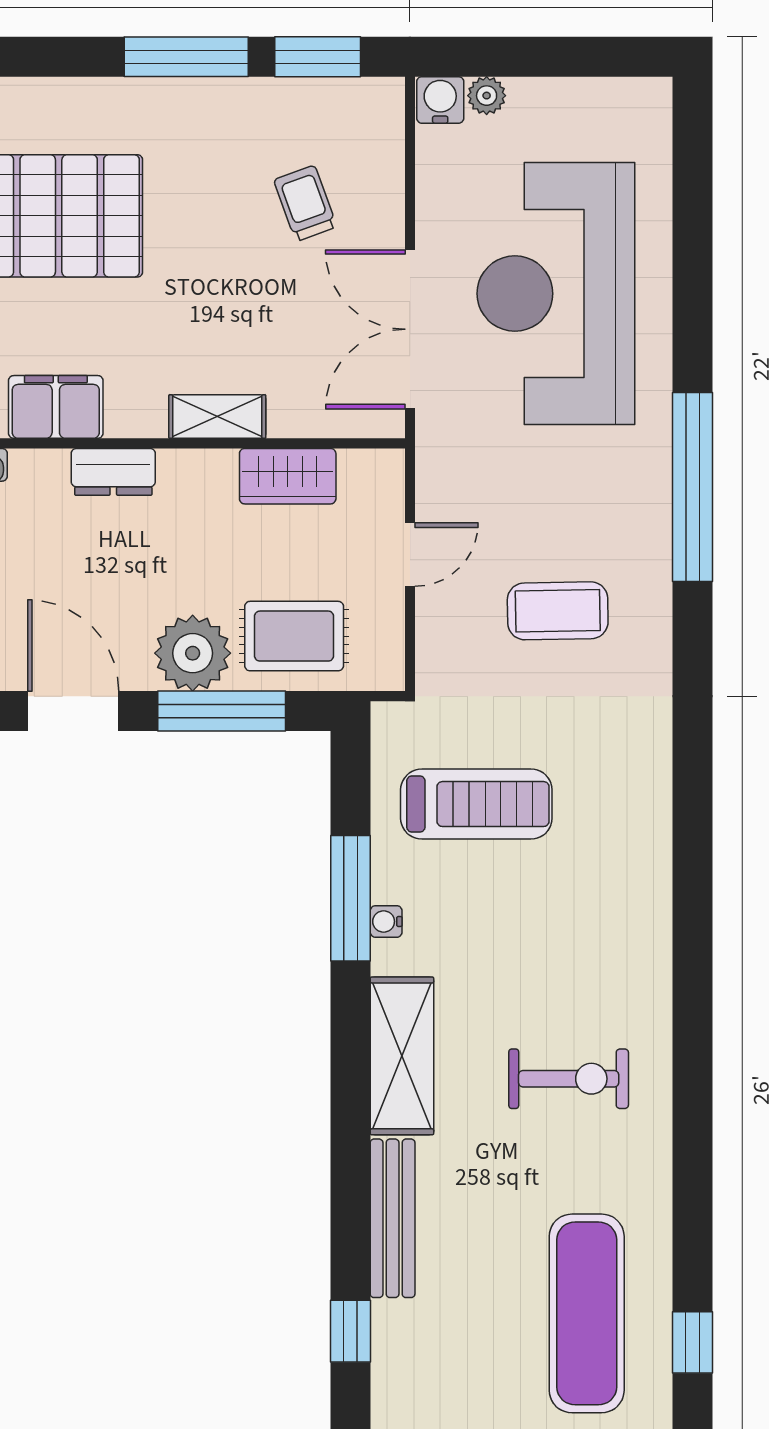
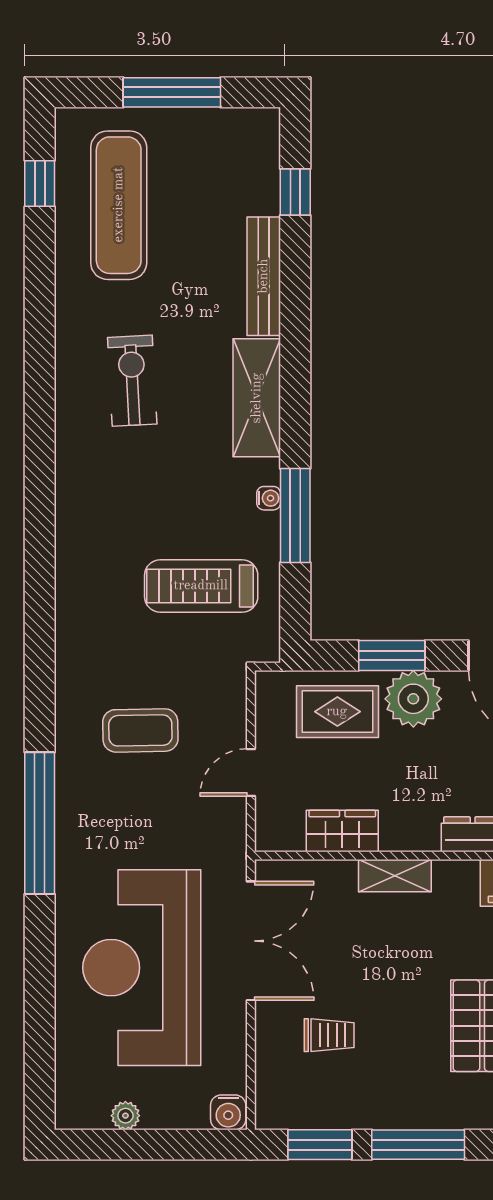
plant: (487, 96) -> (125, 1116), moved
trolley: (305, 203) -> (329, 1035), turned -70
reception desk: (556, 294) -> (142, 968), turned 180
window: (222, 711) -> (392, 656), width x0.69
exercise bike: (569, 1079) -> (132, 381), turned 87

